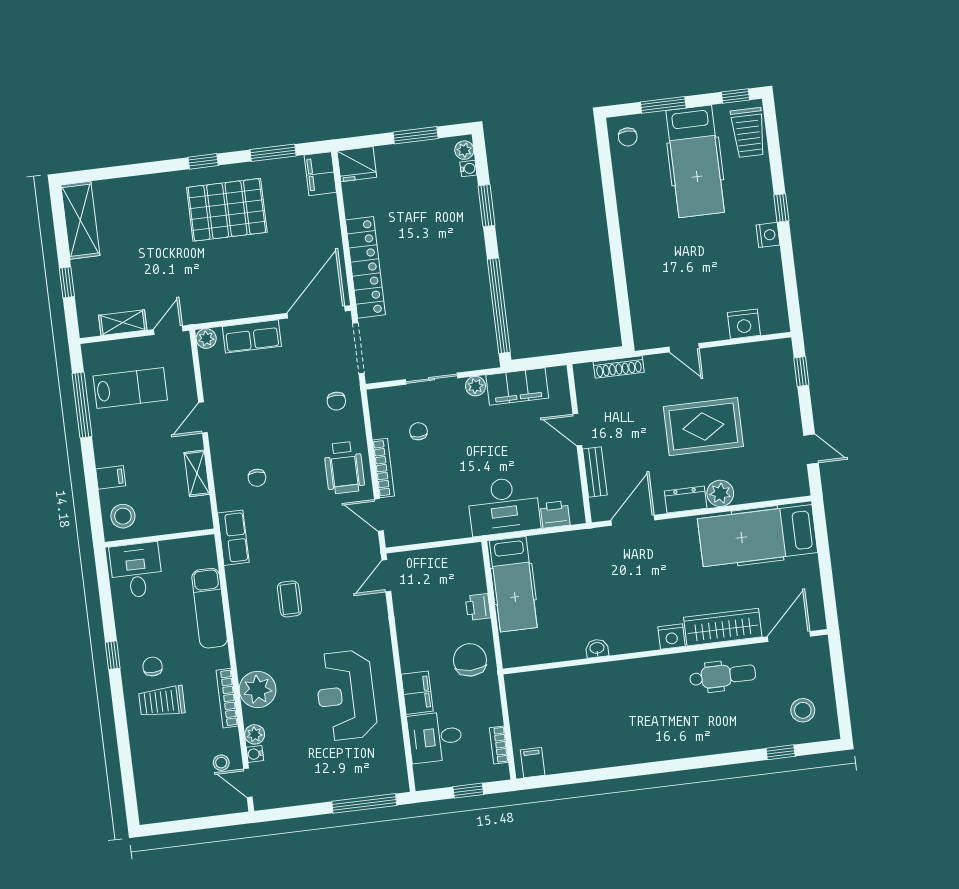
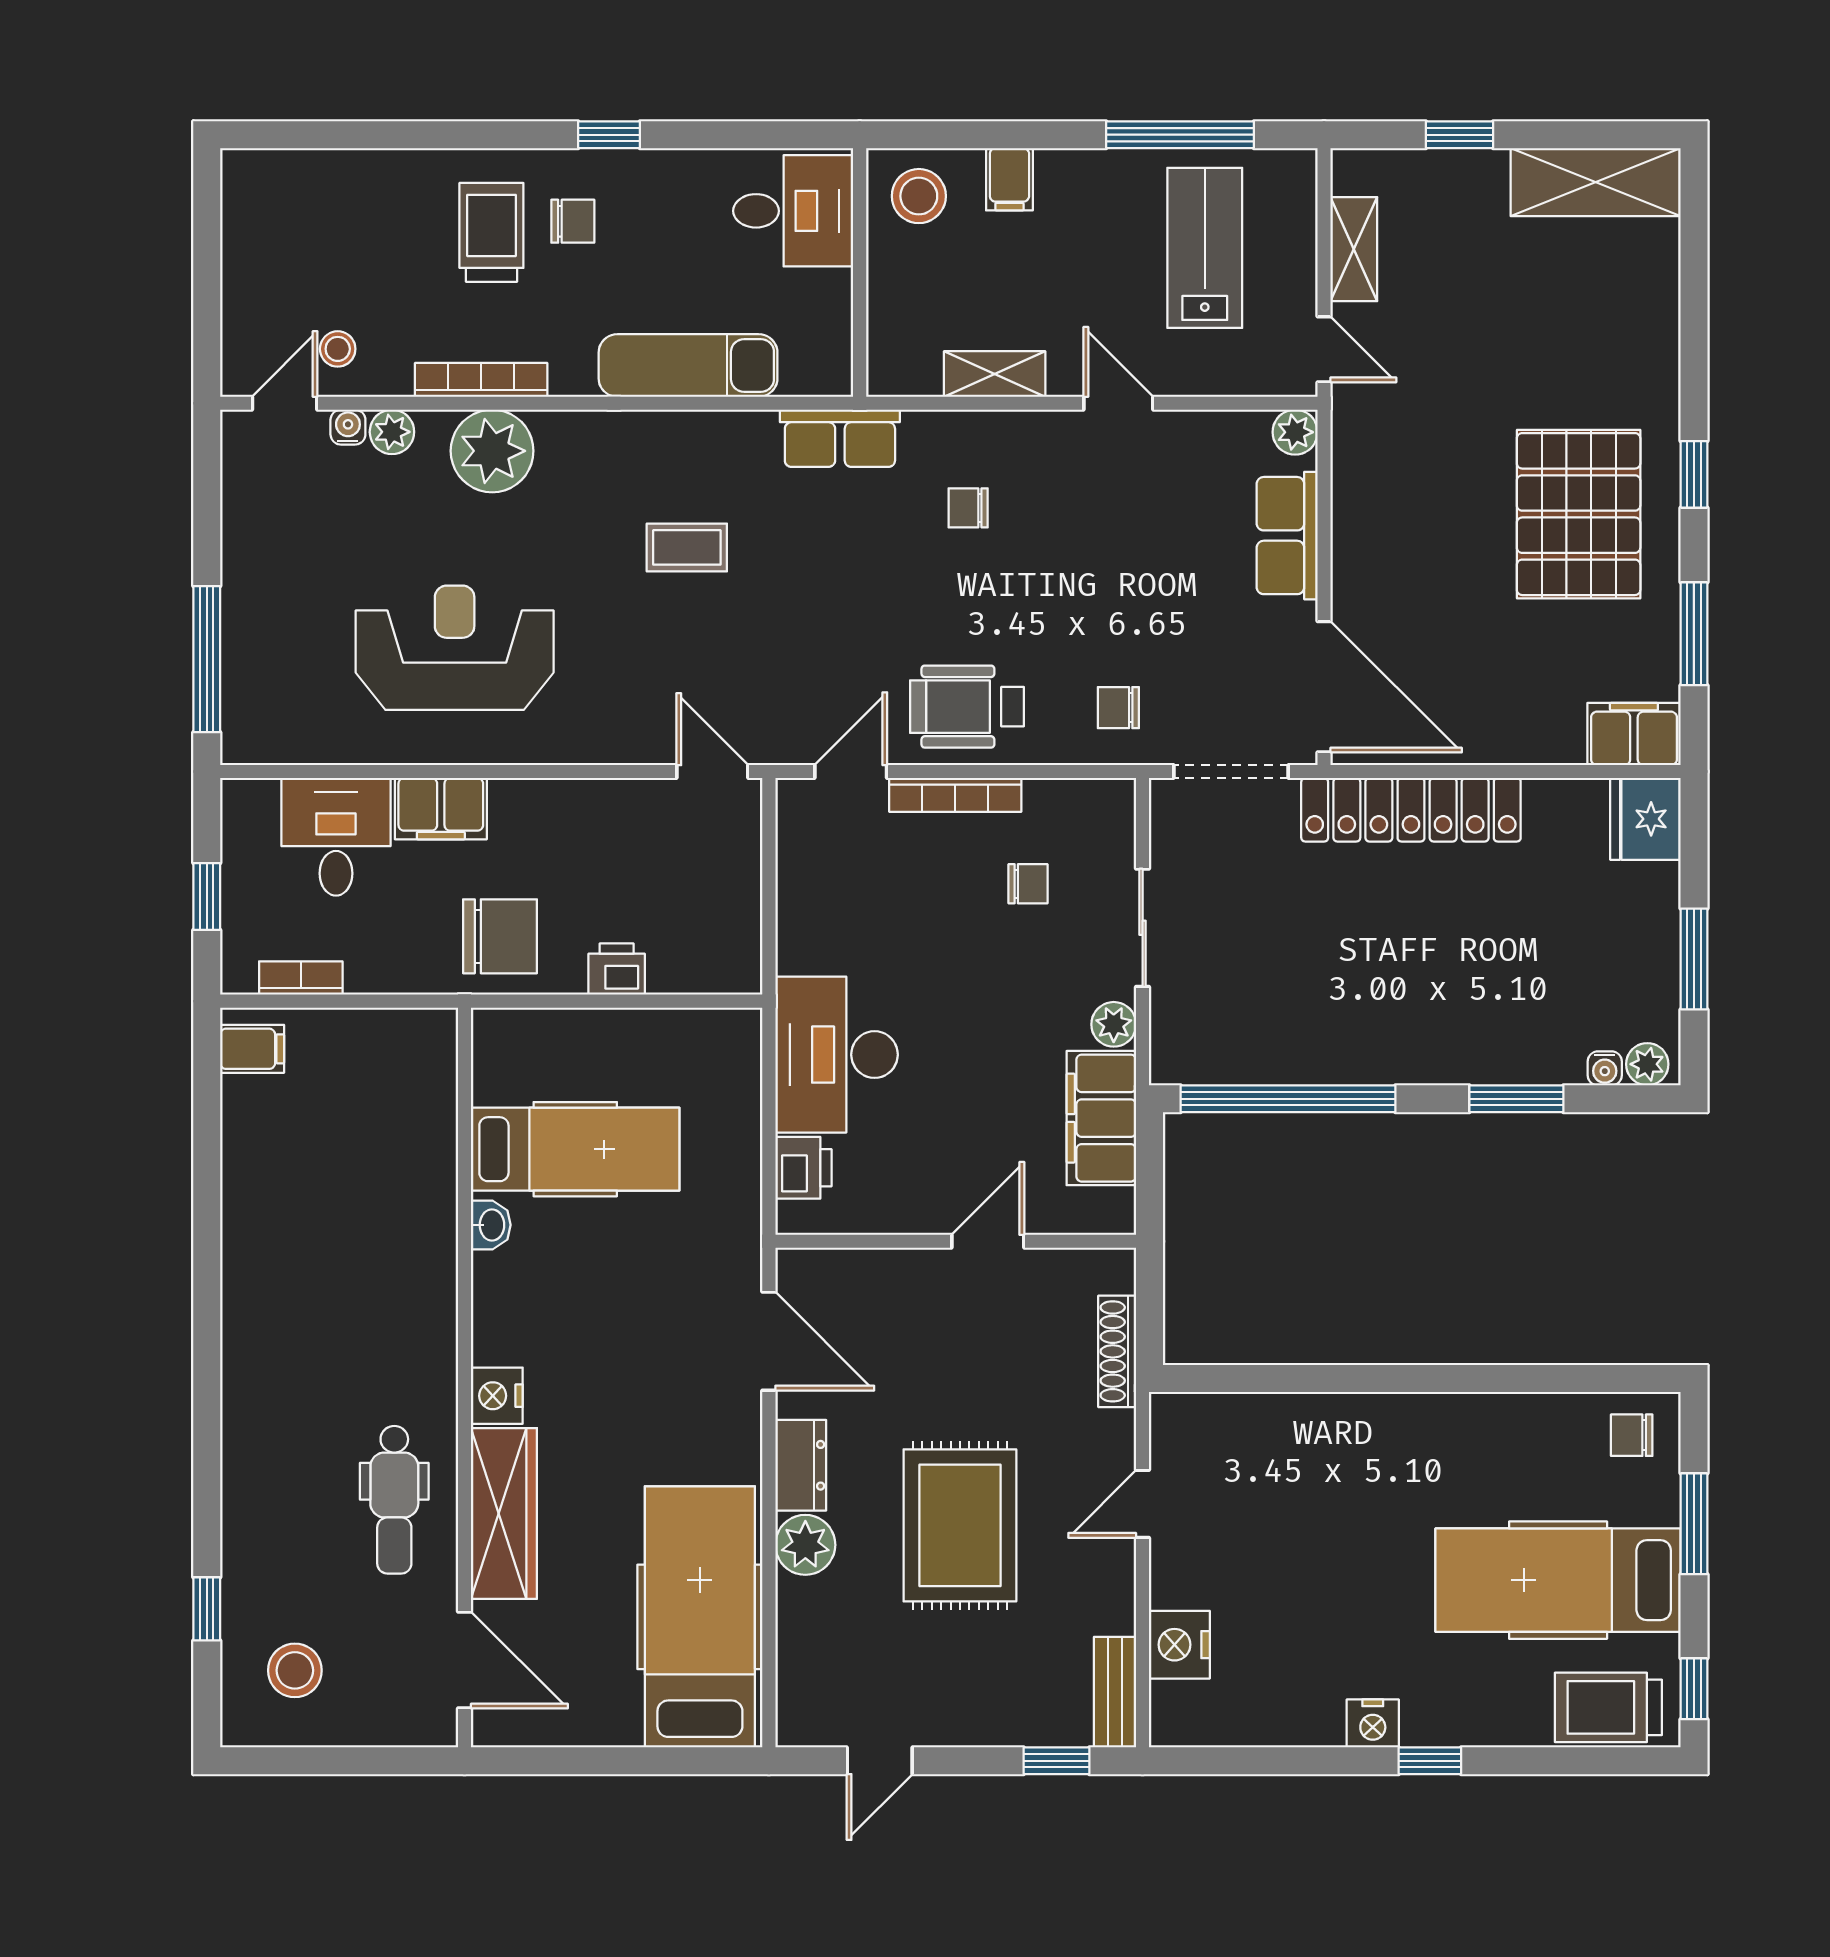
lab bench: (130, 388) -> (1205, 248), turned 180
bench: (595, 472) -> (1115, 1692), moved, turned 90
hospital bed: (513, 584) -> (575, 1149), moved, turned 180

